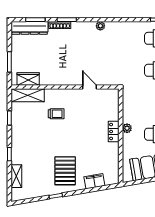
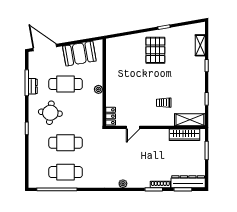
wardrobe: (28, 79) -> (184, 135), width x1.50
door: (89, 87) -> (133, 127), hinge flipped
locker: (114, 131) -> (111, 116), moved
filing cabinet: (94, 181) -> (128, 41), removed

